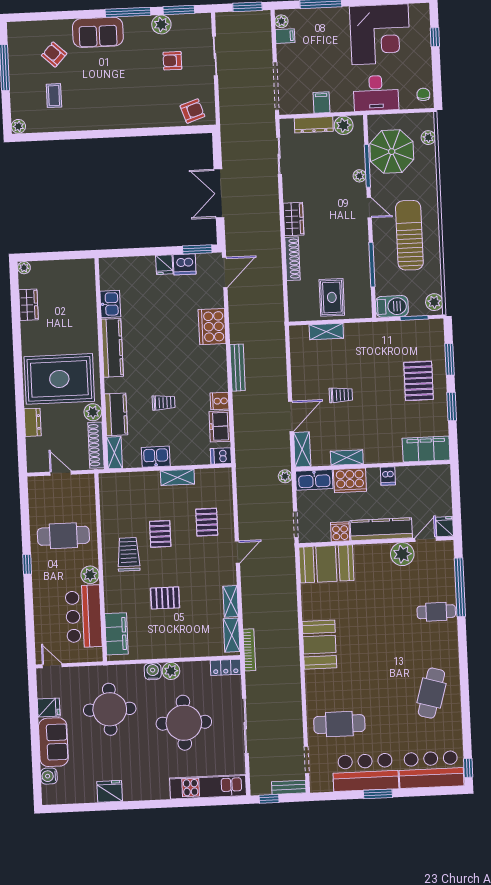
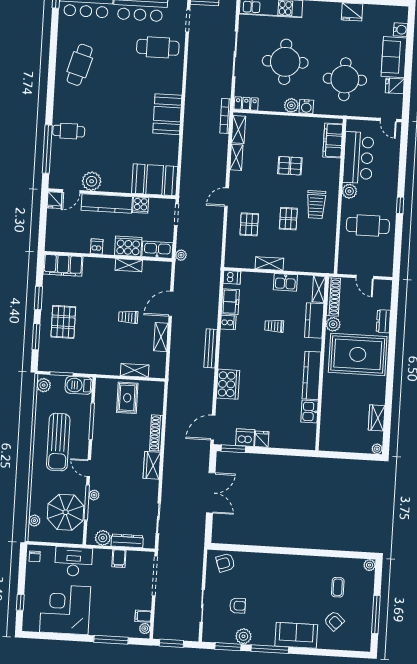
shelving: (302, 449) -> (161, 337), moved

